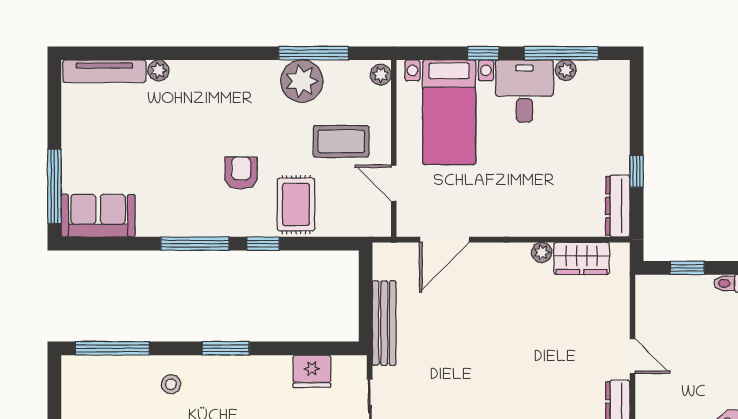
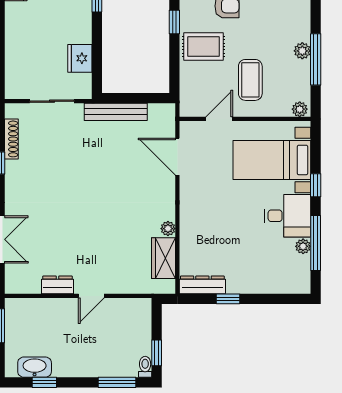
plant: (302, 81) -> (302, 51), width x0.53, depth x0.53
window: (687, 268) -> (157, 353), moved

